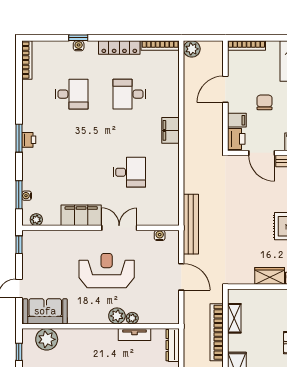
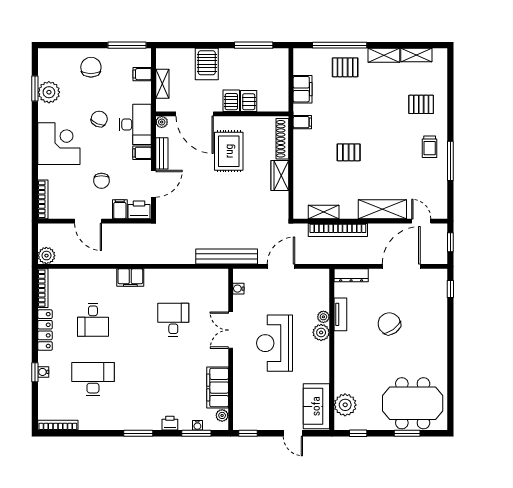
desk: (72, 94) -> (93, 379), width x1.37
chair: (265, 102) -> (101, 181), turned -90
printer: (29, 140) -> (170, 423), moved
filing cabinet: (81, 215) -> (218, 388), moved

